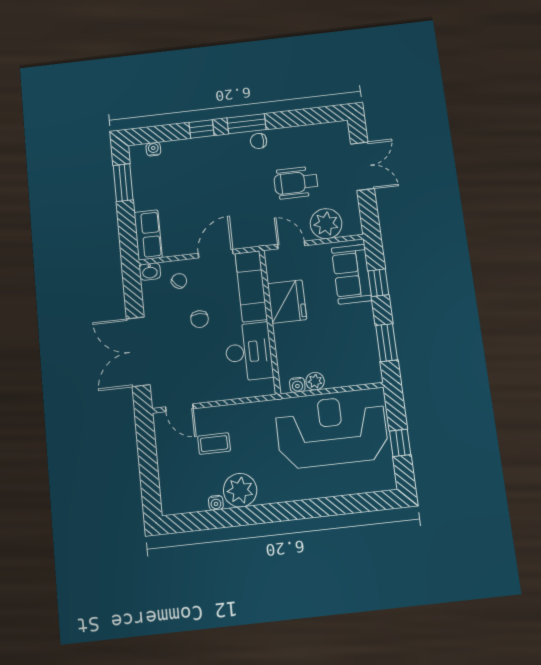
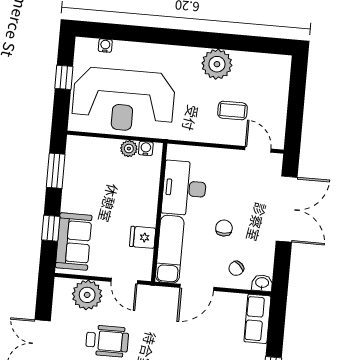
fridge: (287, 302) -> (143, 237), width x0.53, depth x0.75
water cooler: (216, 503) -> (105, 46), moved

